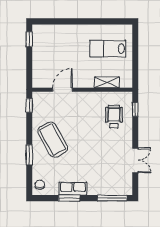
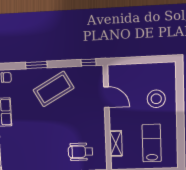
window: (29, 39) -> (160, 59), removed
stool: (66, 43) -> (156, 99), added
wheelchair: (114, 117) -> (80, 152), turned 180

